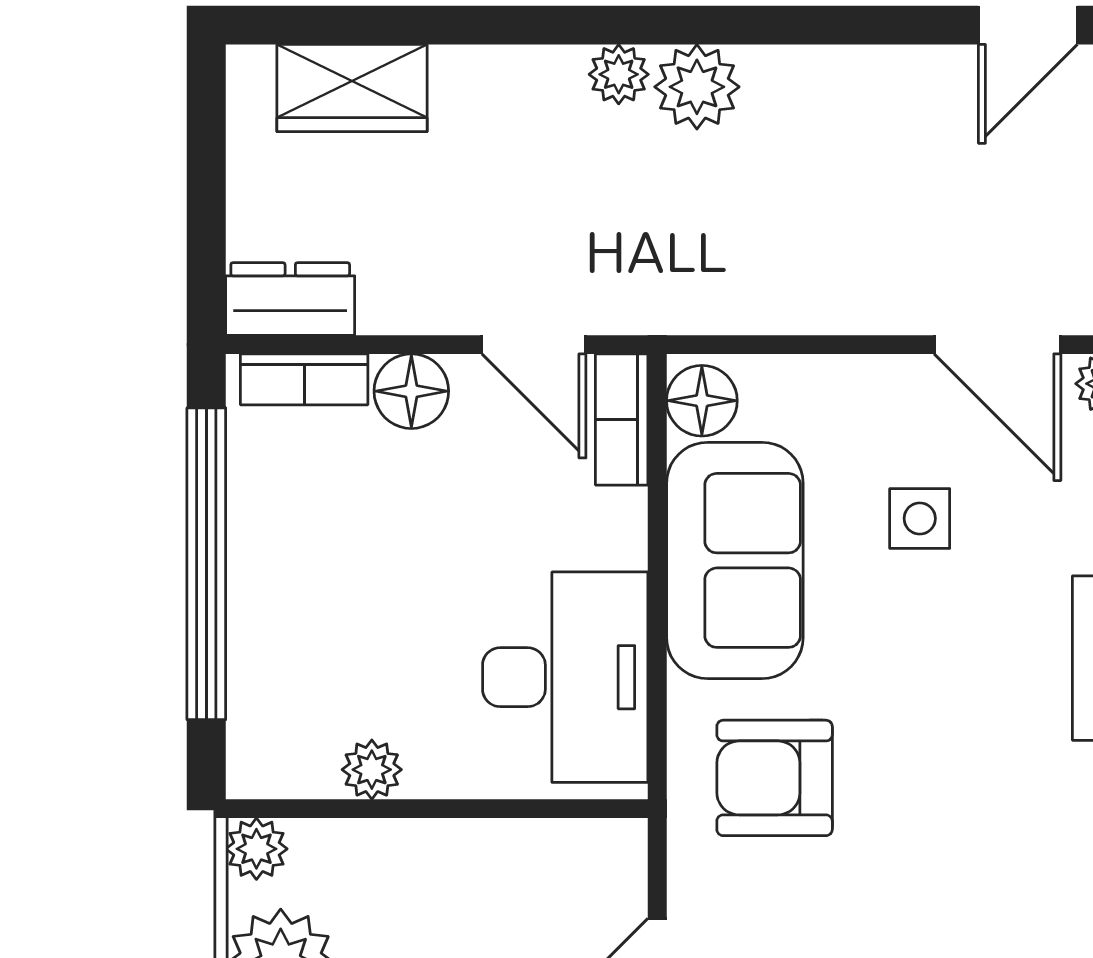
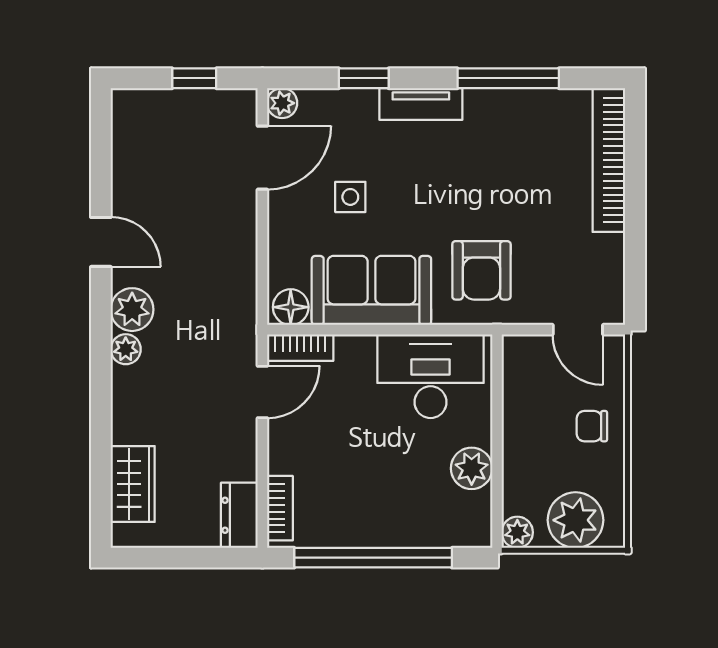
door: (1028, 25) -> (101, 242), moved
floor lamp: (411, 391) -> (286, 454), removed
plant: (372, 770) -> (472, 468), width x1.38, depth x1.38

